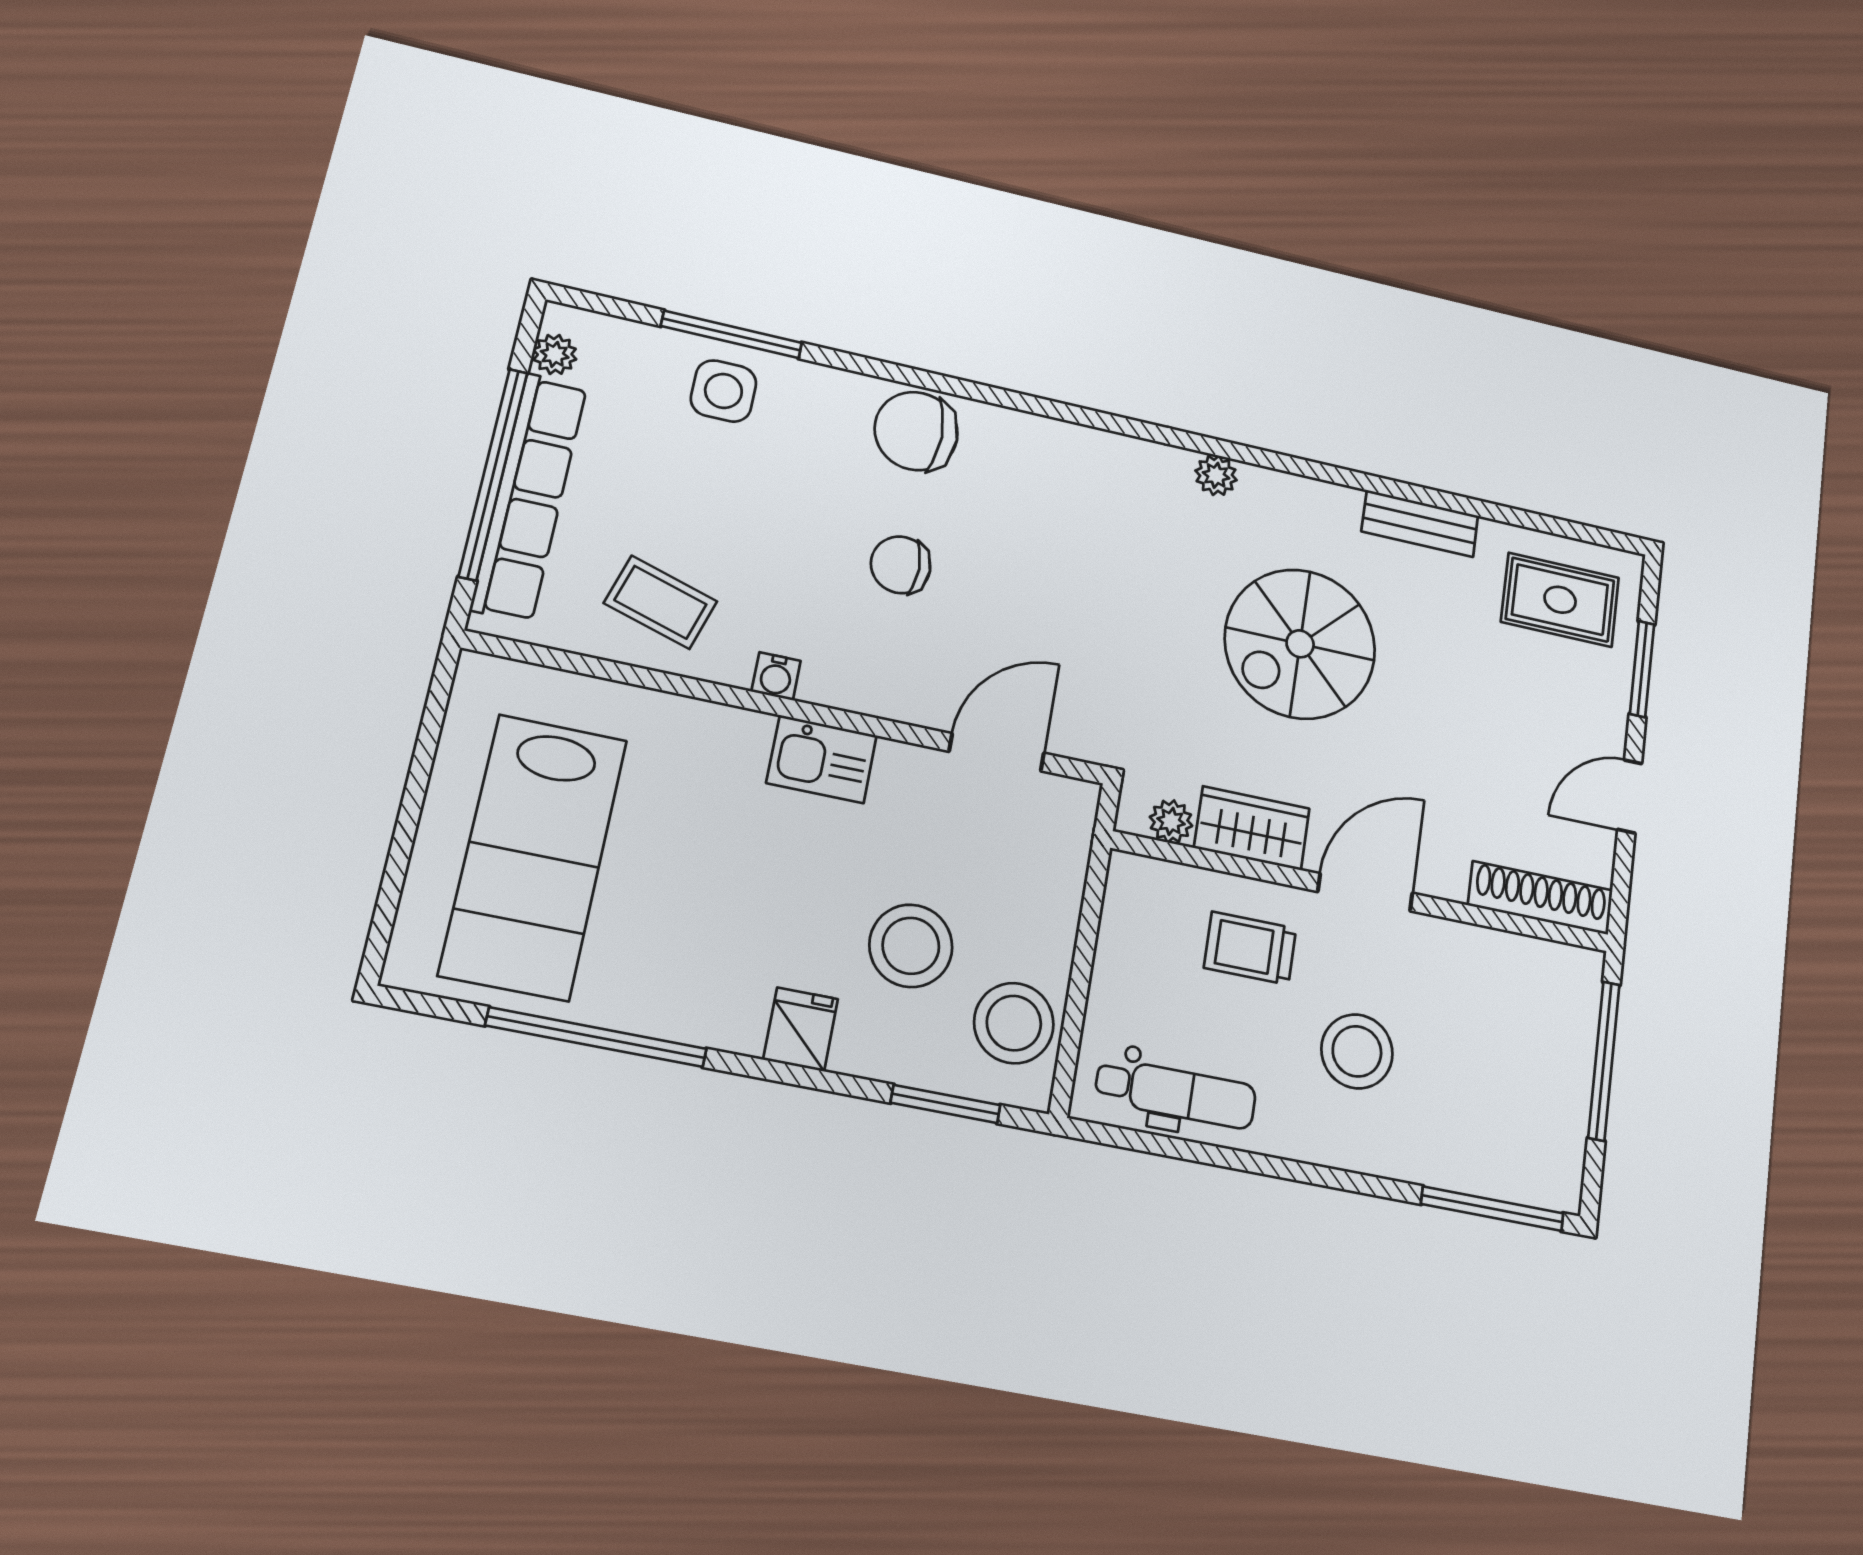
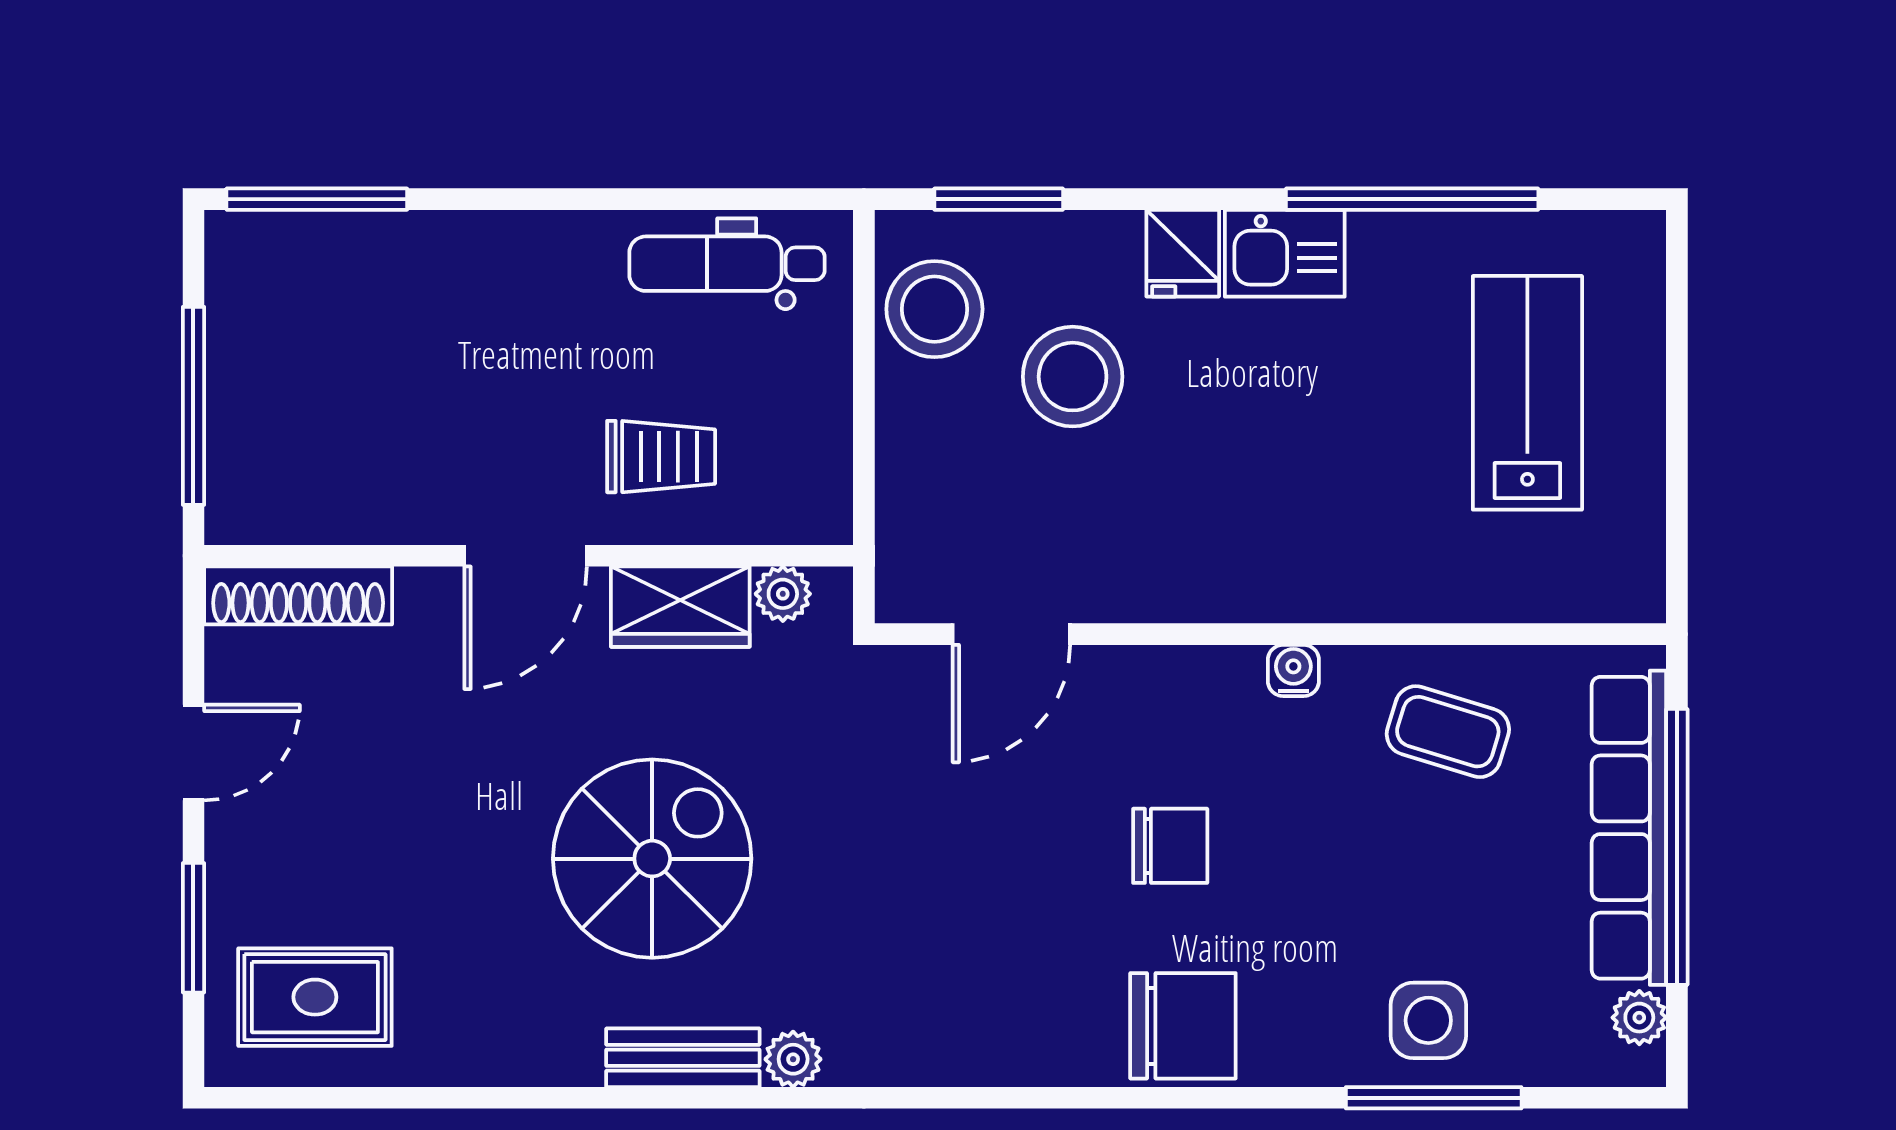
bench: (1420, 524) -> (683, 1058), moved
kitchen sink: (822, 759) -> (1285, 253), moved, turned 180
lab bench: (534, 856) -> (1527, 393), width x0.73, depth x0.72
stool: (1357, 1051) -> (510, 357), removed

